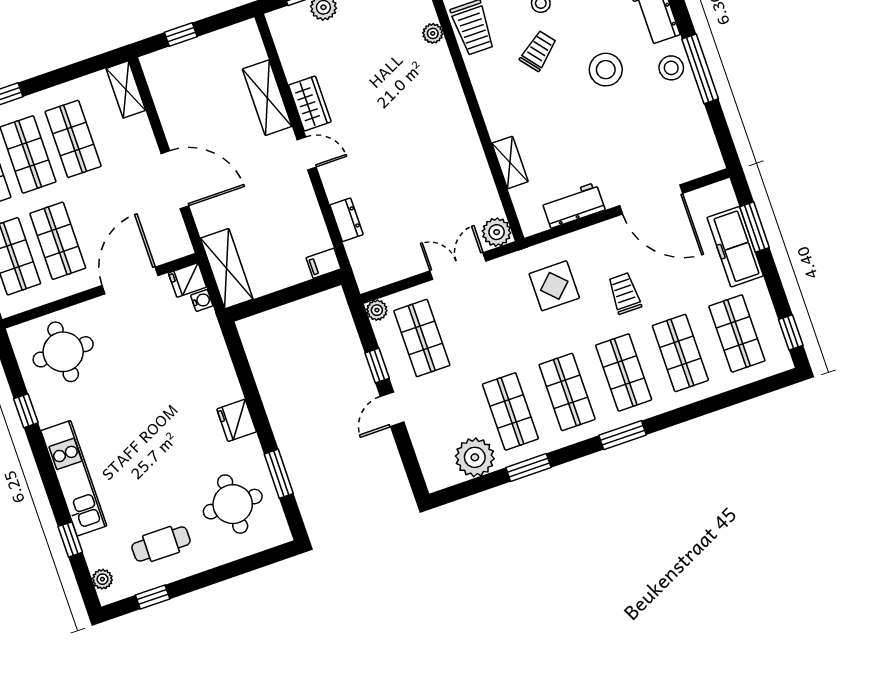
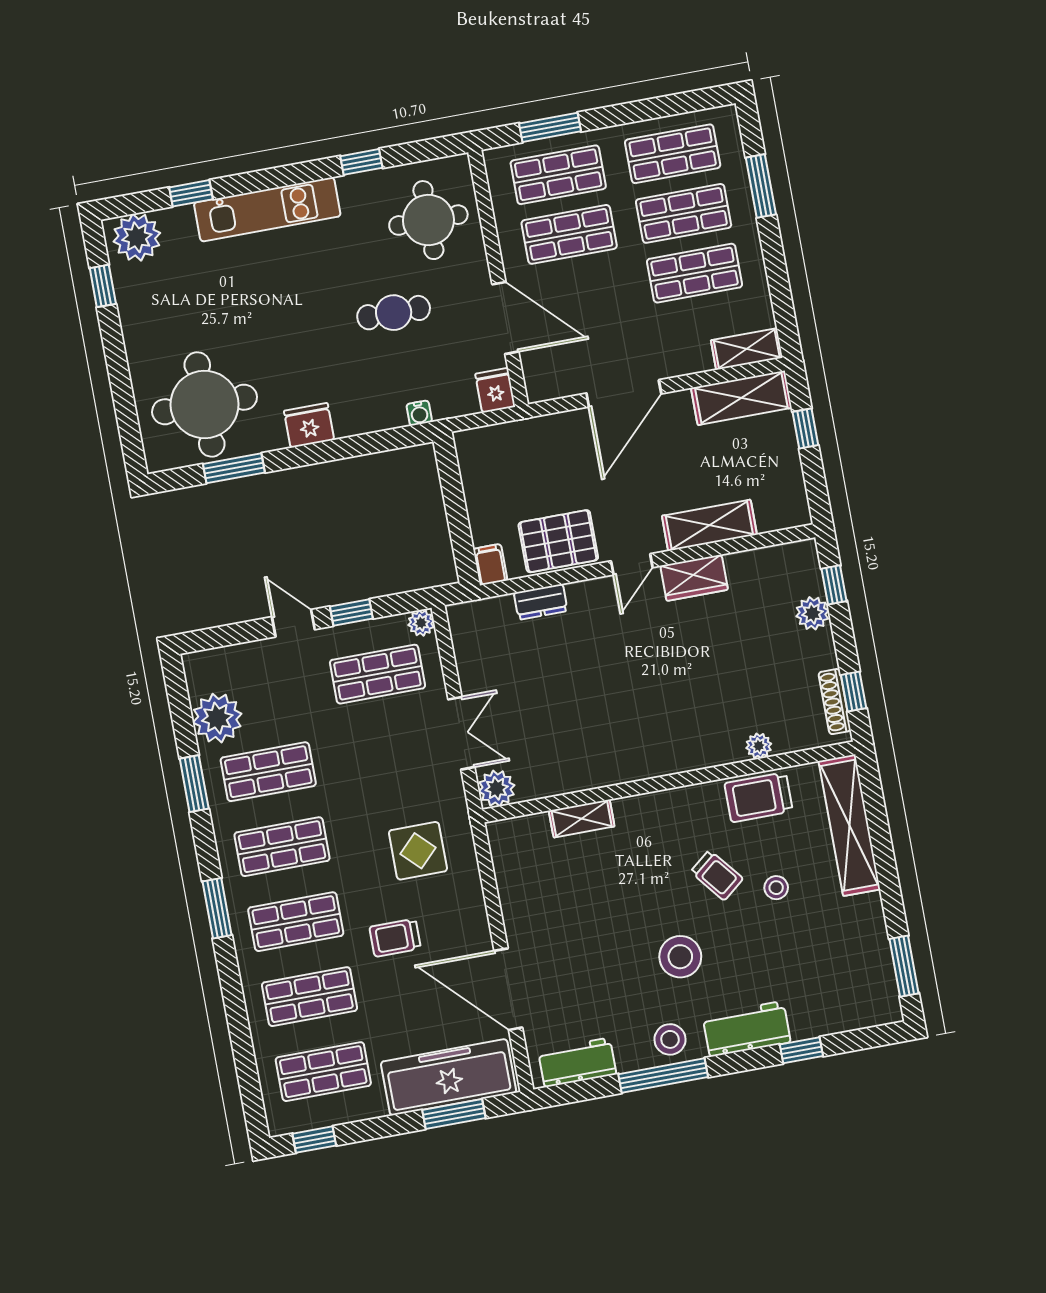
door: (651, 199) -> (508, 989), hinge flipped
workbench: (573, 205) -> (577, 1062), moved, turned -90
pallet: (297, 213) -> (558, 541), added
freezer: (735, 247) -> (449, 1077), width x1.36, depth x1.26
shelving: (227, 269) -> (741, 398), moved
trolley: (624, 293) -> (395, 938), turned 180
water cooler: (202, 300) -> (419, 413), moved
round table: (233, 504) -> (205, 404), width x1.36, depth x1.36
cafe table: (161, 544) -> (394, 313), moved, turned 90
plant: (102, 579) -> (137, 237), width x1.87, depth x1.87

